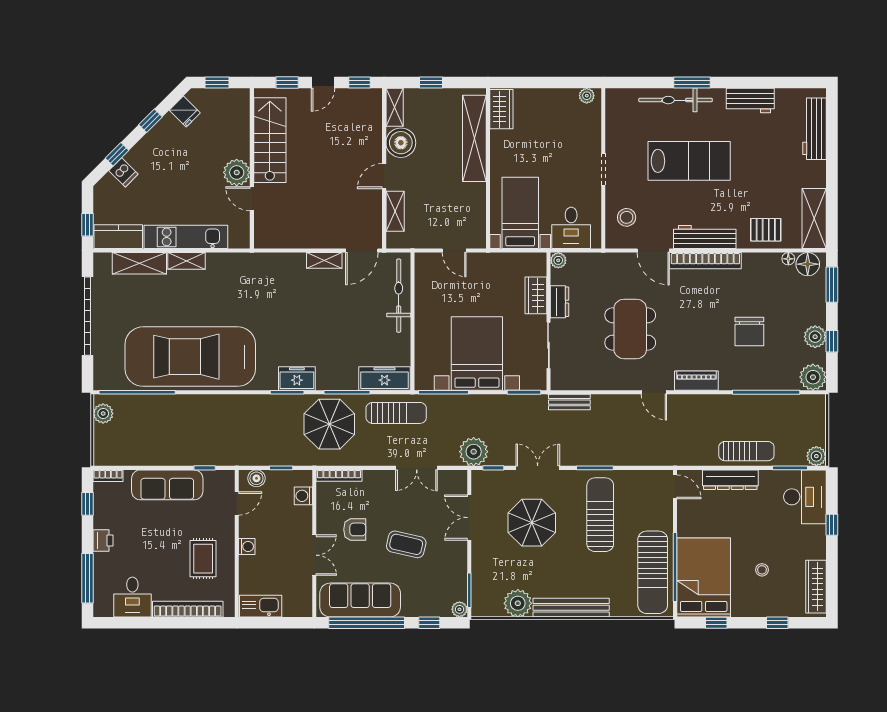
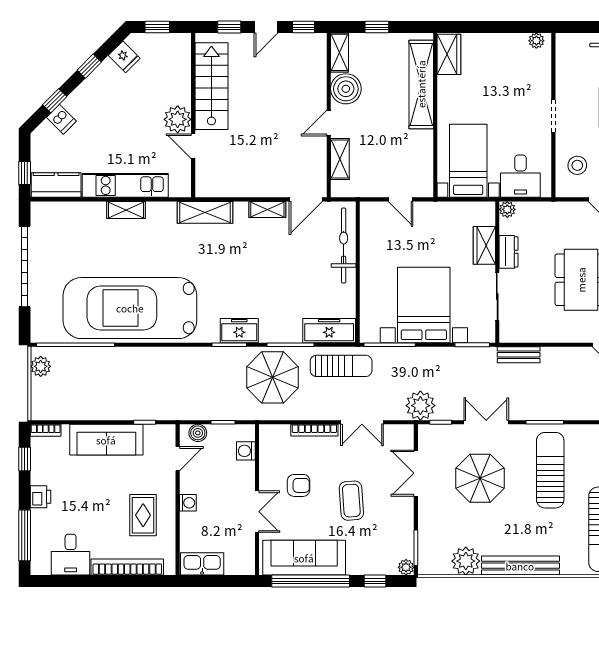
shelving: (139, 263) -> (205, 212), moved
bookcase: (339, 476) -> (314, 430), moved
coffee table: (406, 544) -> (351, 501), turned 73

